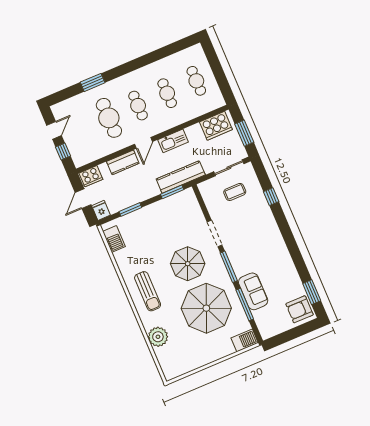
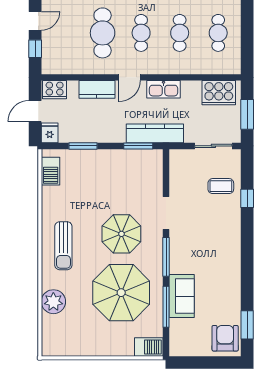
coffee table: (235, 192) -> (221, 186), moved
armchair: (299, 309) -> (225, 338), turned 90

